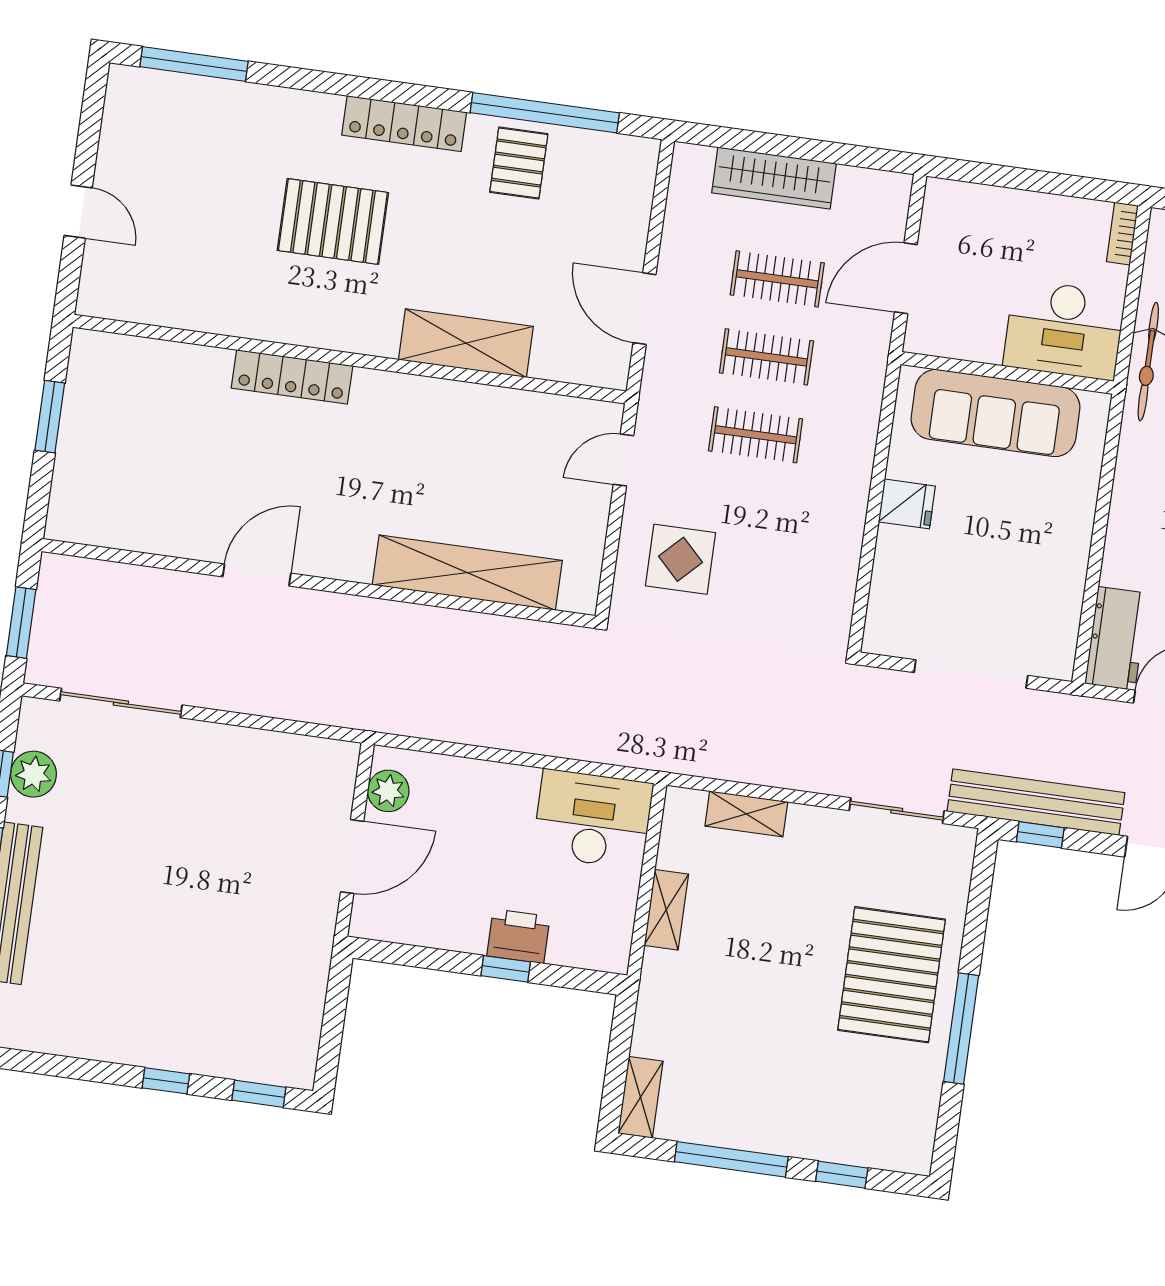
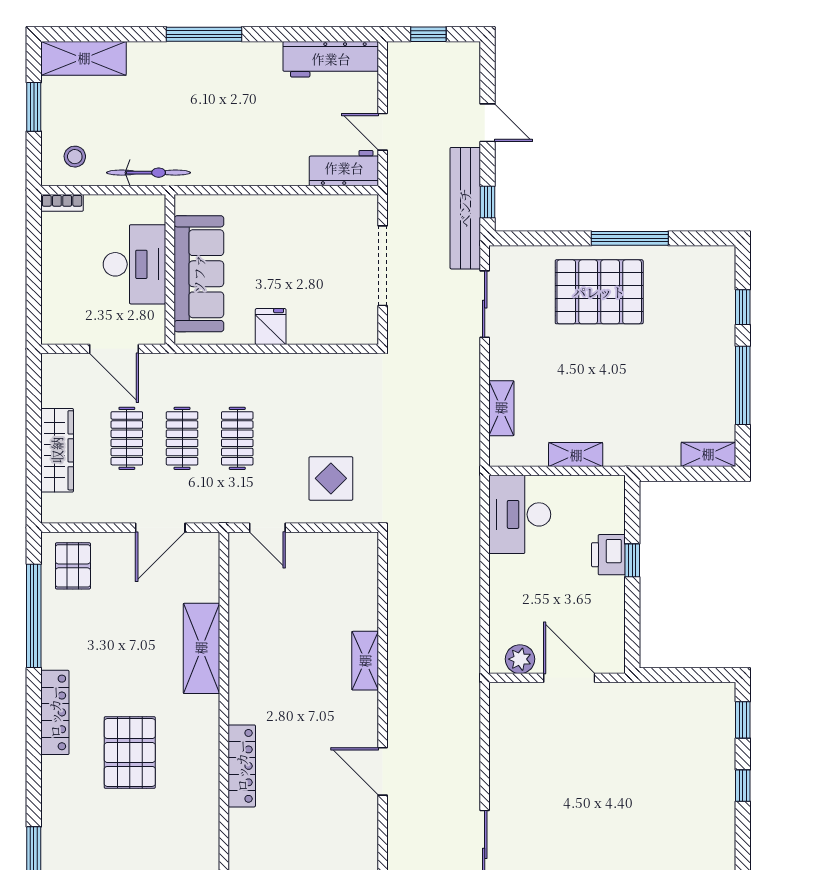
pallet: (519, 163) -> (73, 566), moved, turned 90
desk: (1064, 330) -> (135, 264), moved
shelving: (467, 573) -> (365, 661), width x0.45, depth x0.75

